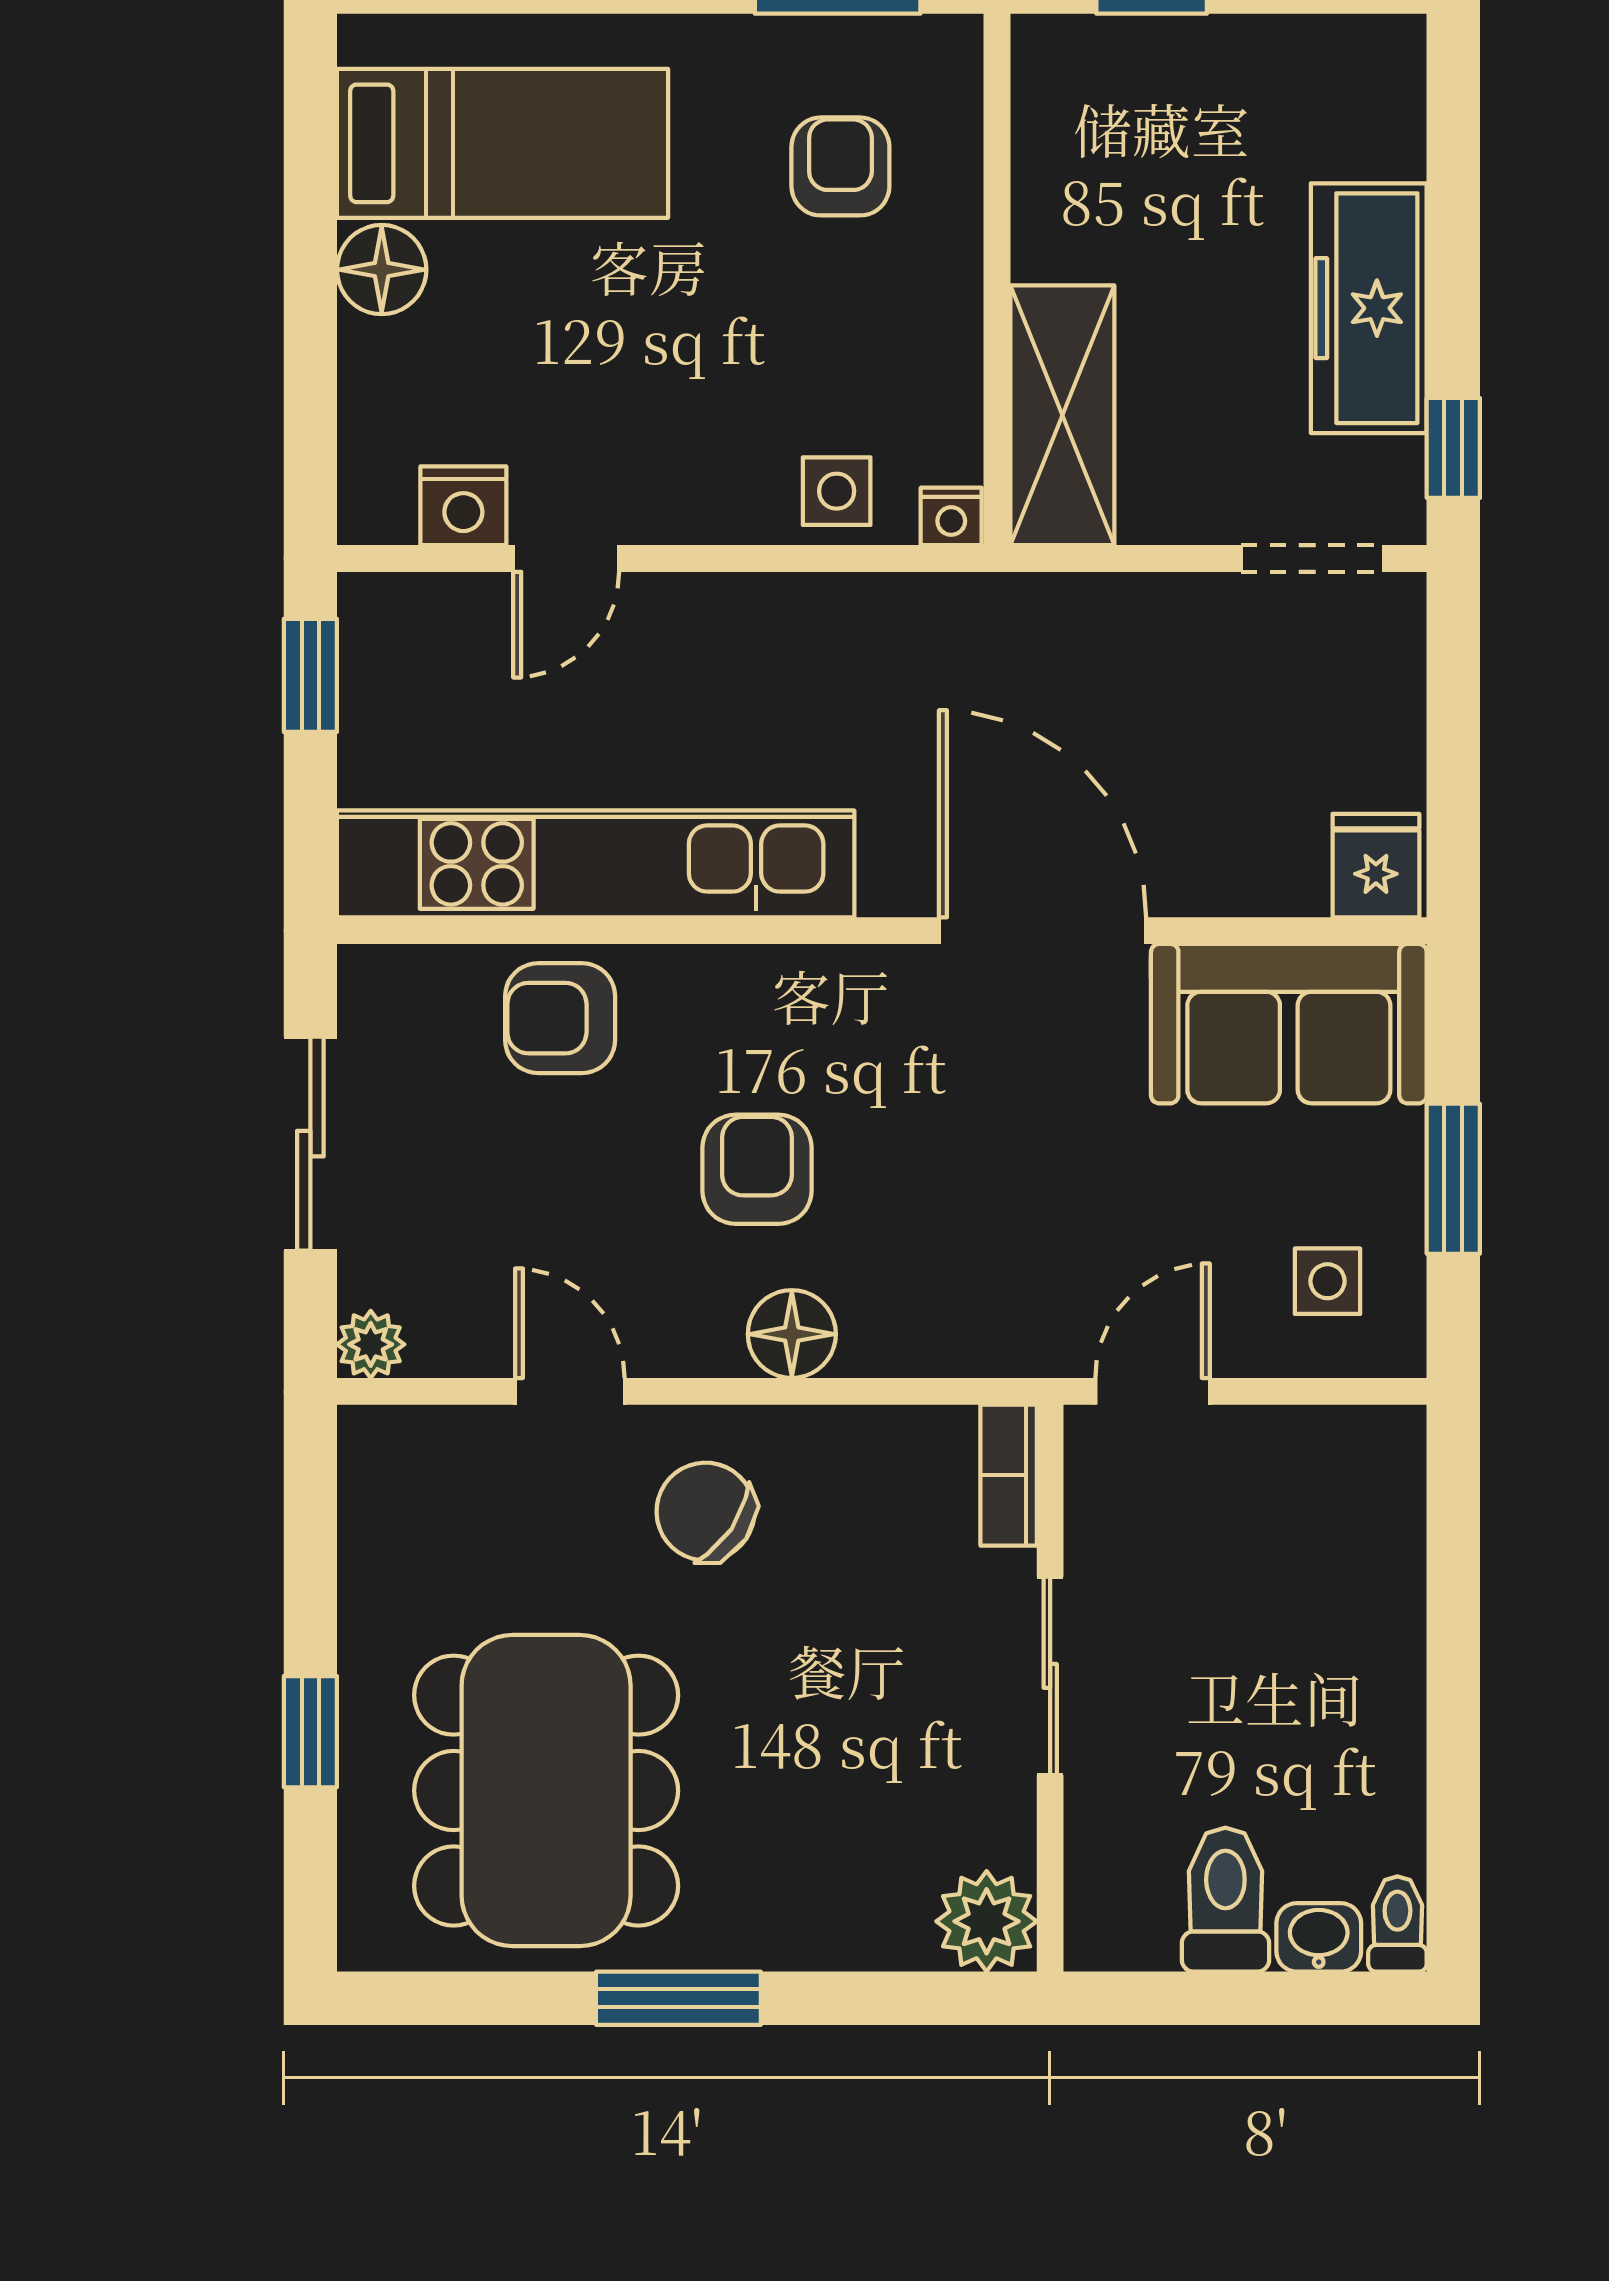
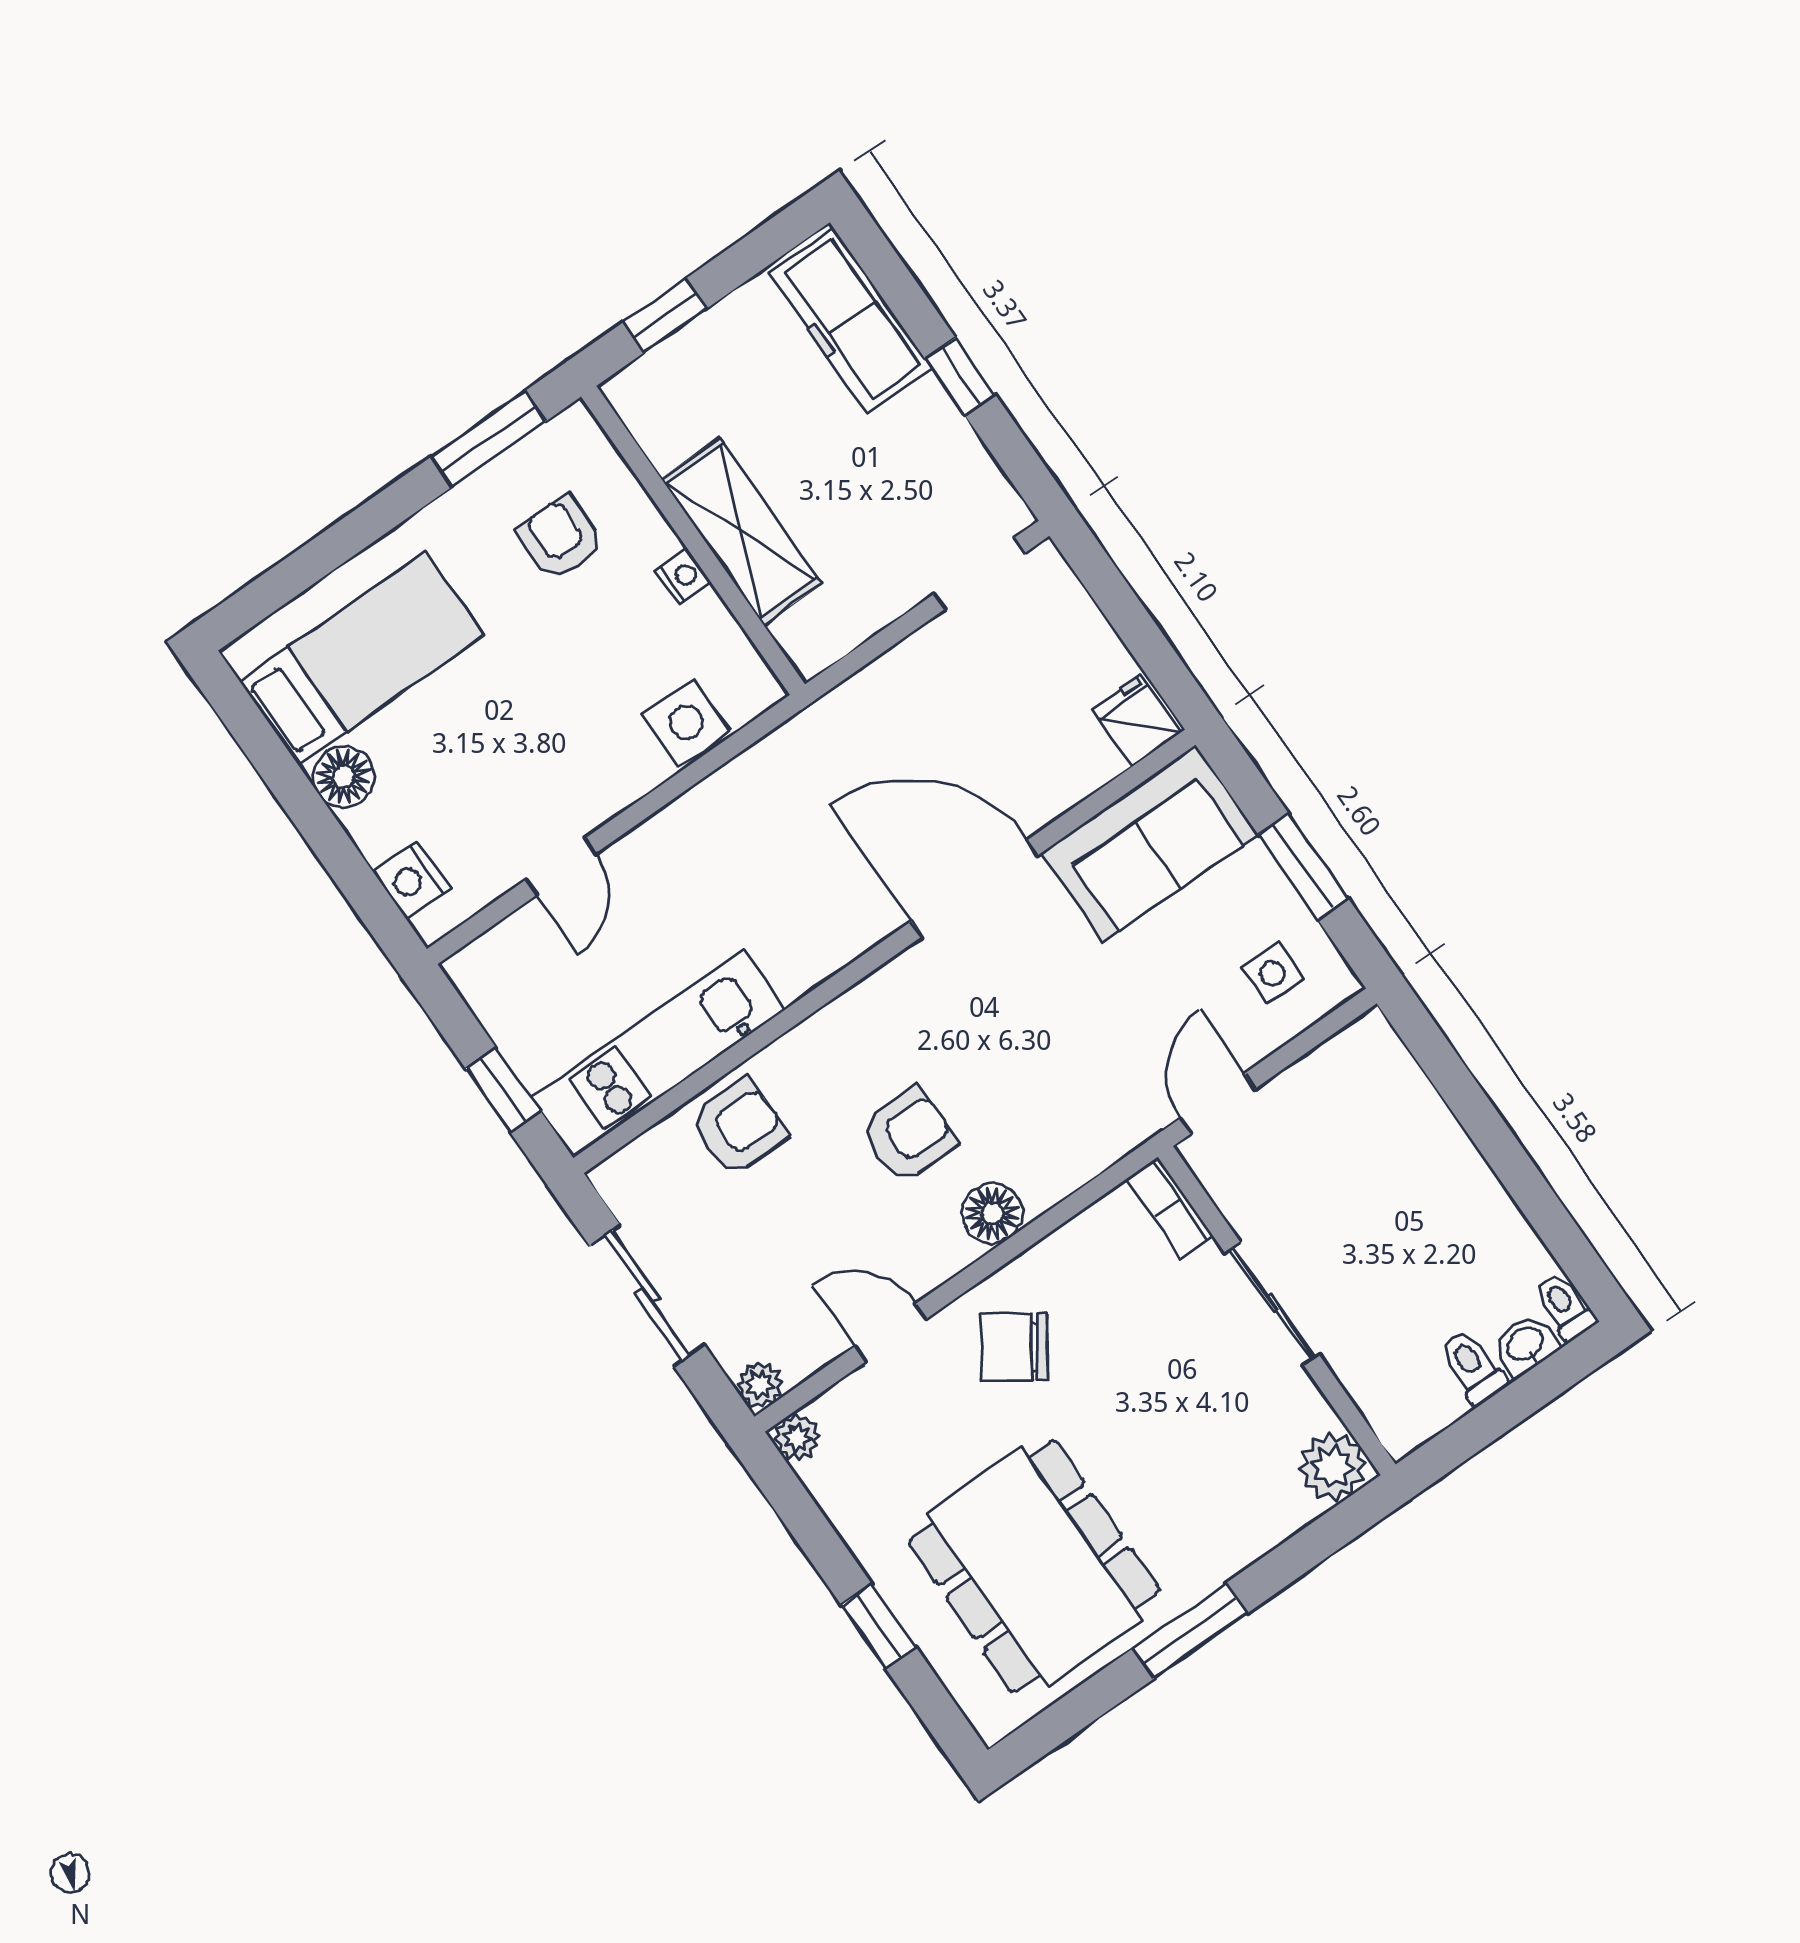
freezer: (1369, 308) -> (850, 320), moved
shelving: (1062, 415) -> (741, 531), moved
window: (1453, 448) -> (960, 376), moved
side table: (837, 491) -> (686, 722), width x1.37, depth x1.37
nightstand: (463, 506) -> (411, 880), moved, turned 90
nightstand: (951, 516) -> (683, 577), moved, turned -90
window: (310, 675) -> (503, 1090), moved
kitchen unit: (596, 864) -> (659, 1054), width x0.73
armchair: (560, 1018) -> (738, 1127), turned 180
armchair: (757, 1169) -> (908, 1134), turned 90
plant: (371, 1438) -> (797, 1437), added
toilet: (1225, 1900) -> (1473, 1367), width x0.73, depth x0.72

